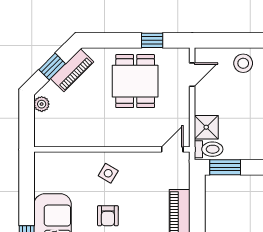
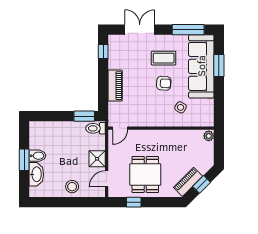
plant: (42, 104) -> (209, 136), moved
shower: (206, 127) -> (97, 159), moved
side table: (108, 173) -> (181, 107), moved
armchair: (108, 216) -> (164, 83), turned 93

